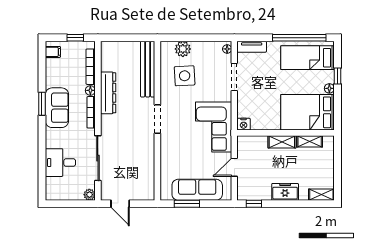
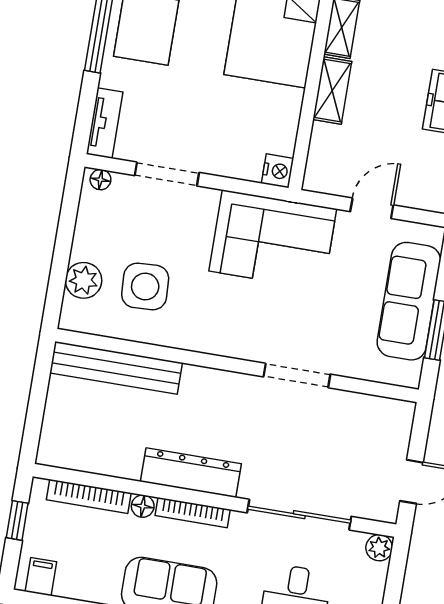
dresser: (108, 93) -> (191, 473), moved
doorway: (157, 119) -> (297, 376), moved
door: (234, 167) -> (372, 208), swing flipped

